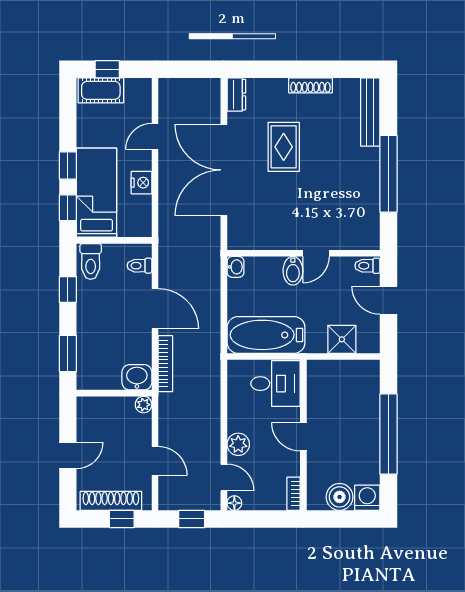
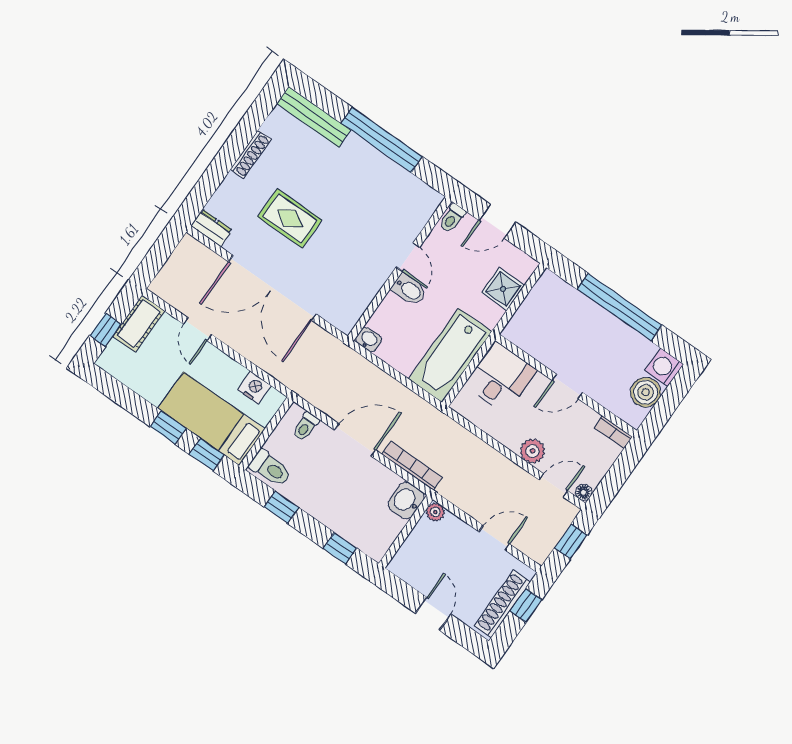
cot: (101, 90) -> (139, 324), moved
nightstand: (141, 183) -> (254, 388), moved
window: (68, 353) -> (340, 548), width x0.67

